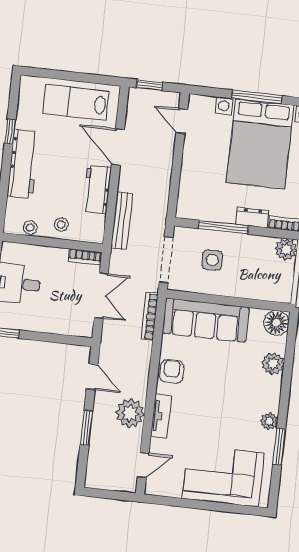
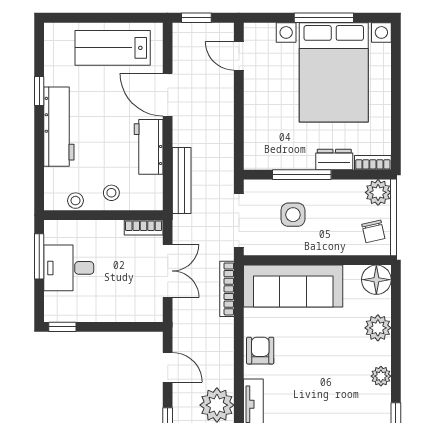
chair: (278, 282) -> (373, 231), added
plant: (269, 421) -> (381, 376), moved

